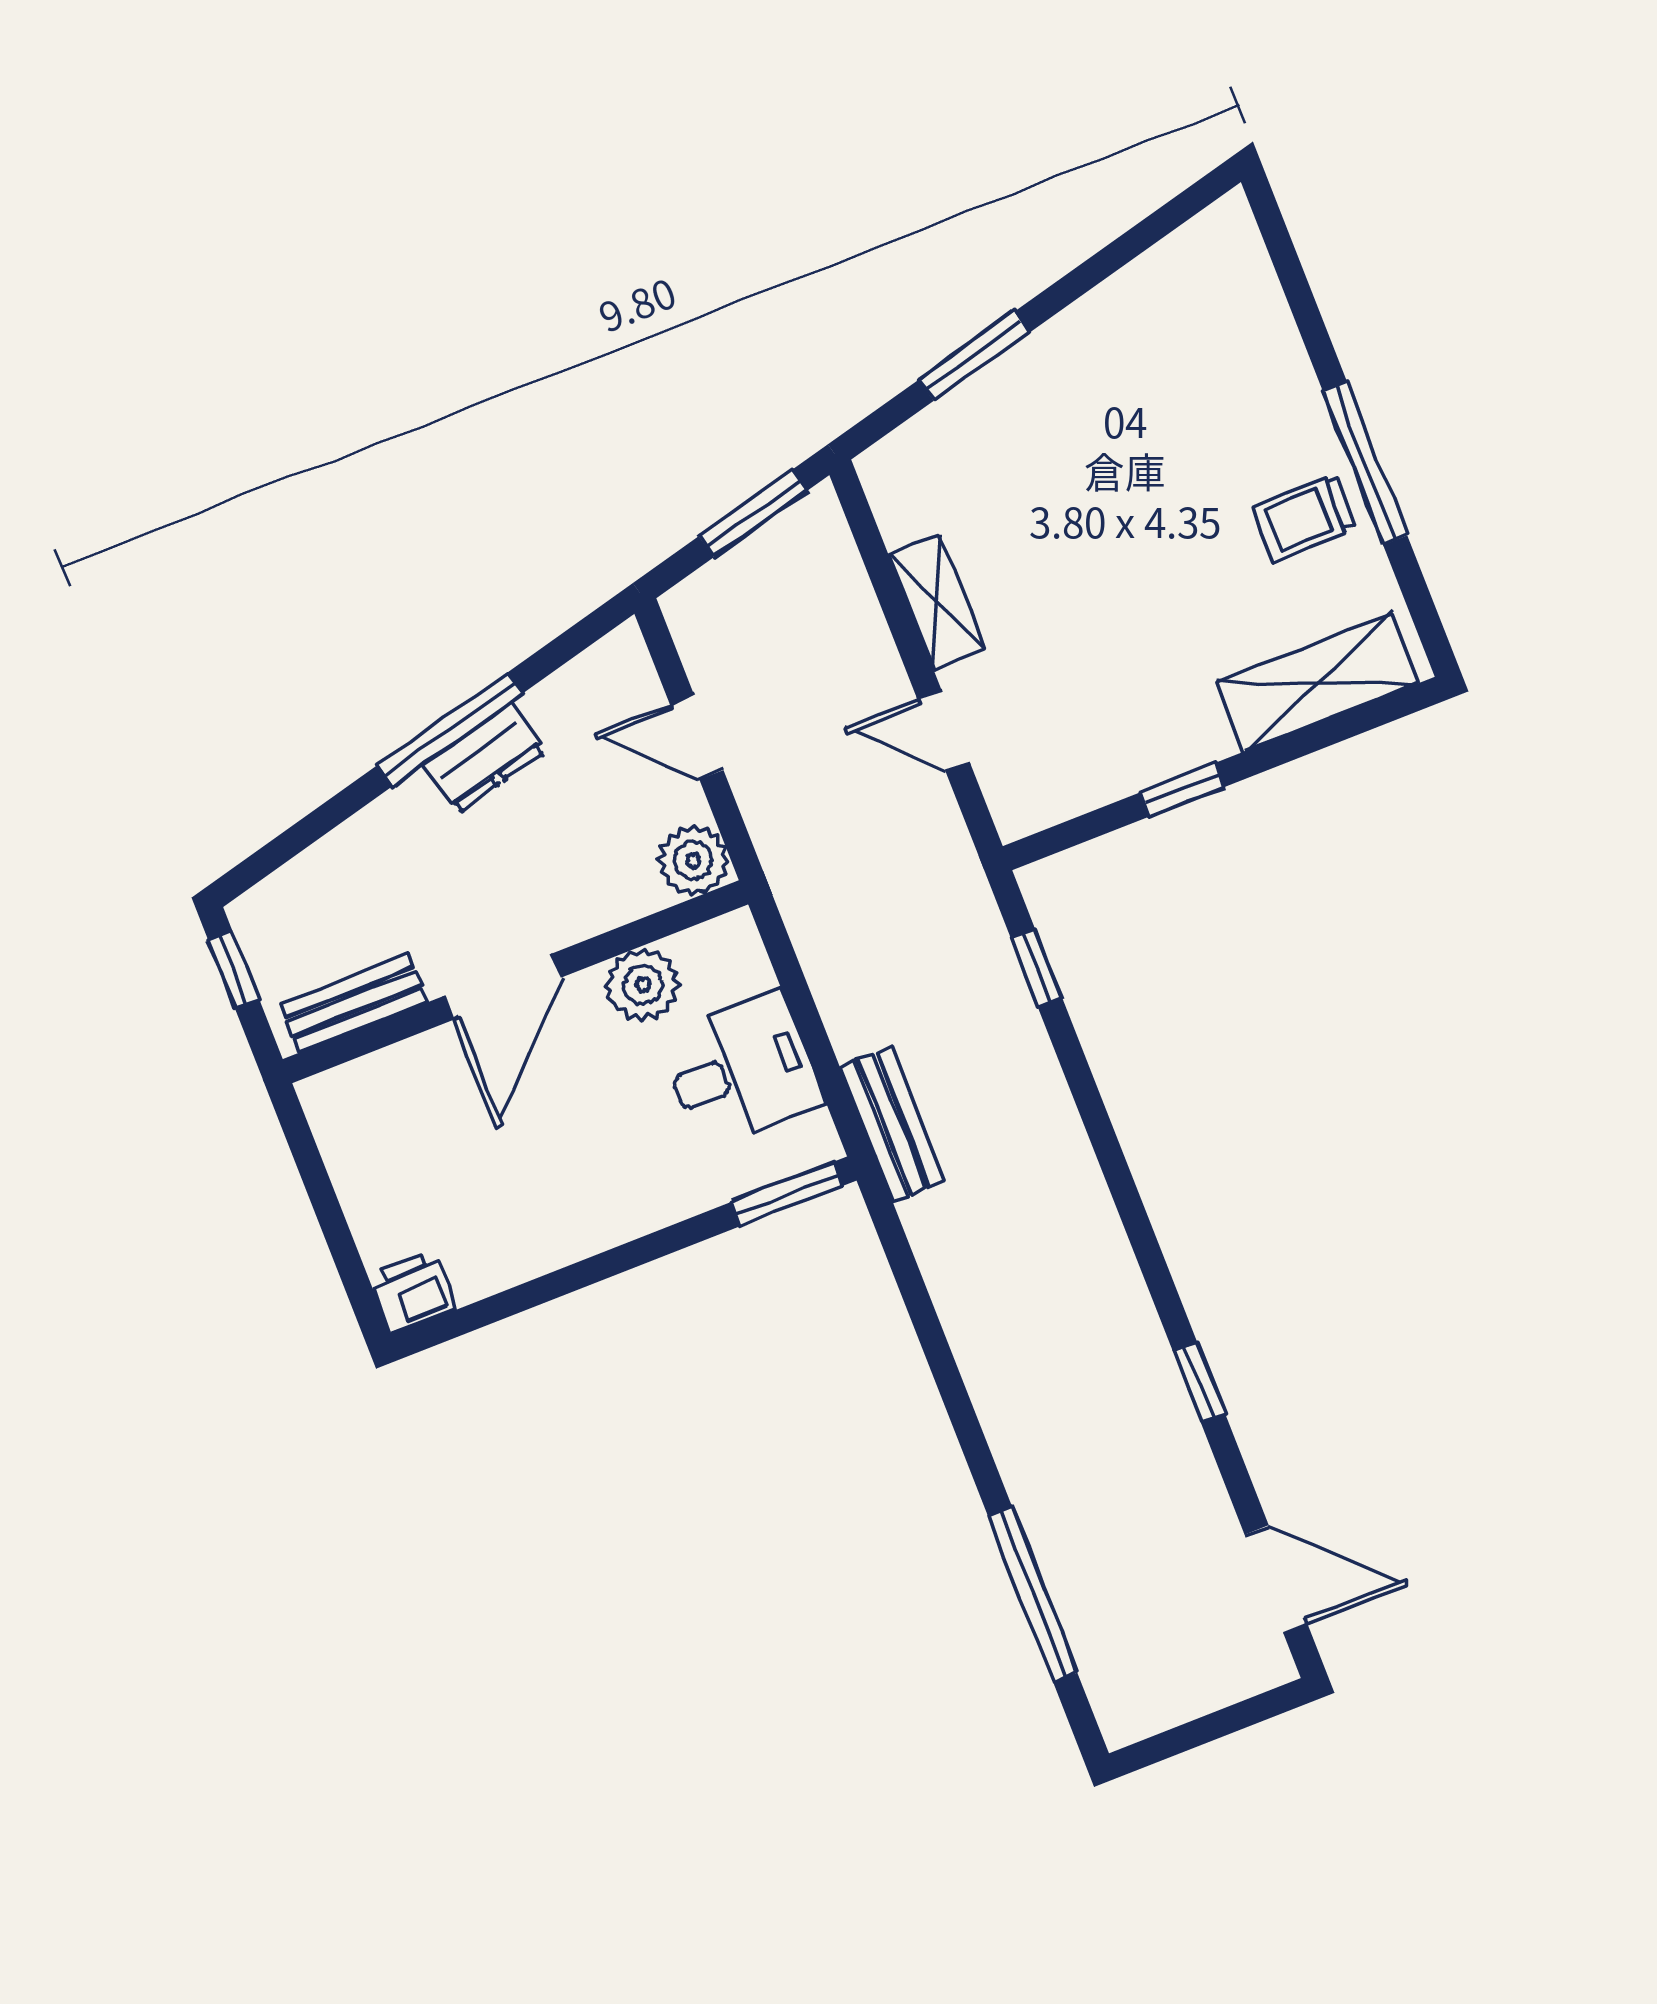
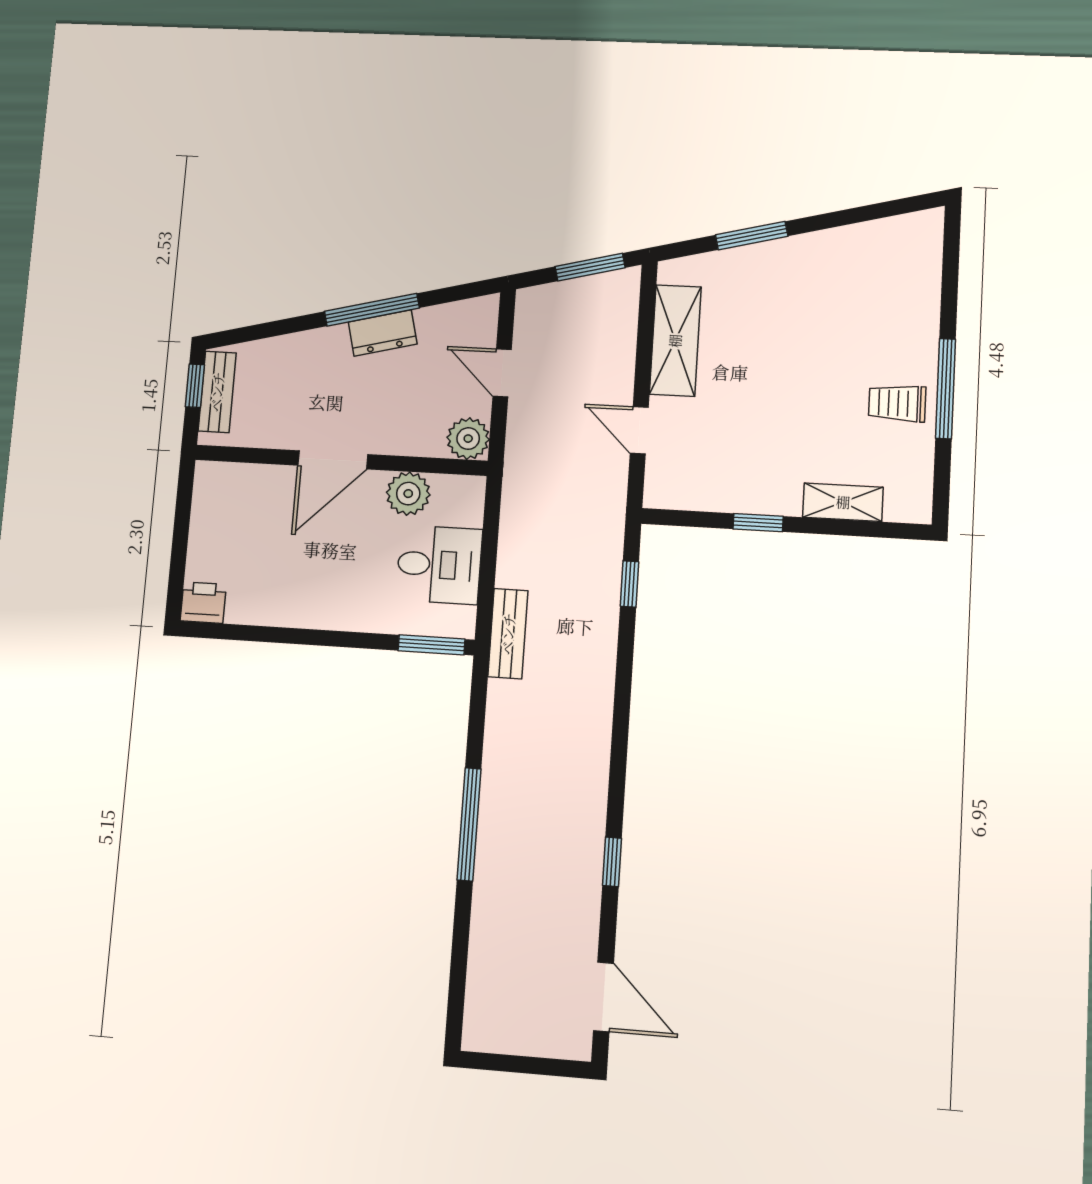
shelving: (937, 602) -> (675, 341), width x1.50, depth x1.33
shelving: (1318, 682) -> (843, 502), width x0.67, depth x0.75
bench: (353, 1003) -> (217, 392), moved, turned 90
window: (1033, 1594) -> (469, 824), moved

